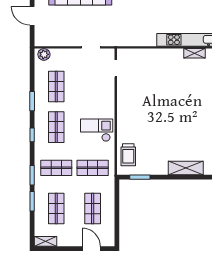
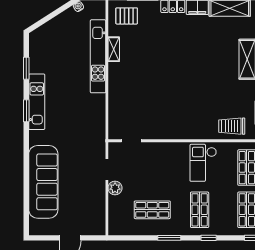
plant: (44, 54) -> (115, 188), moved
shop shelf: (56, 127) -> (200, 210), turned 90
trolley: (128, 155) -> (232, 126), turned 180

